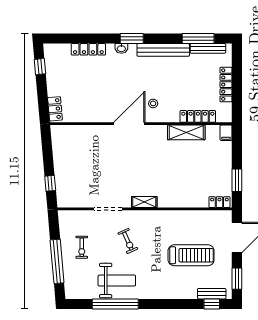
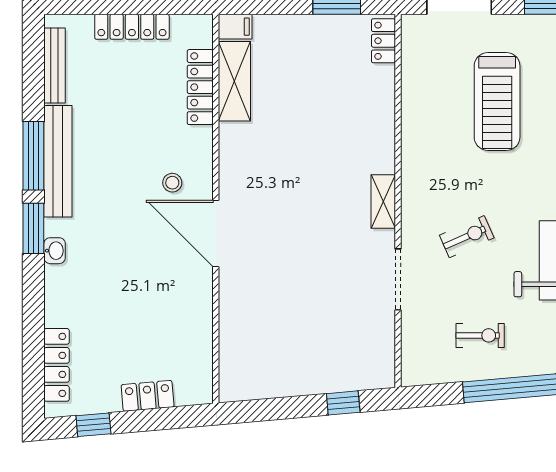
window: (198, 39) -> (33, 156), moved
locker: (88, 49) -> (57, 365), moved
locker: (55, 109) -> (148, 396), moved
shelving: (186, 132) -> (234, 81), moved
treadmill: (191, 255) -> (497, 102), turned 180

